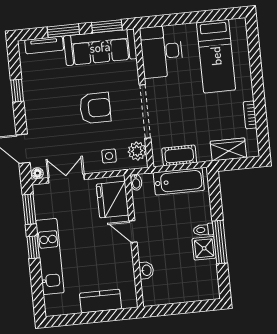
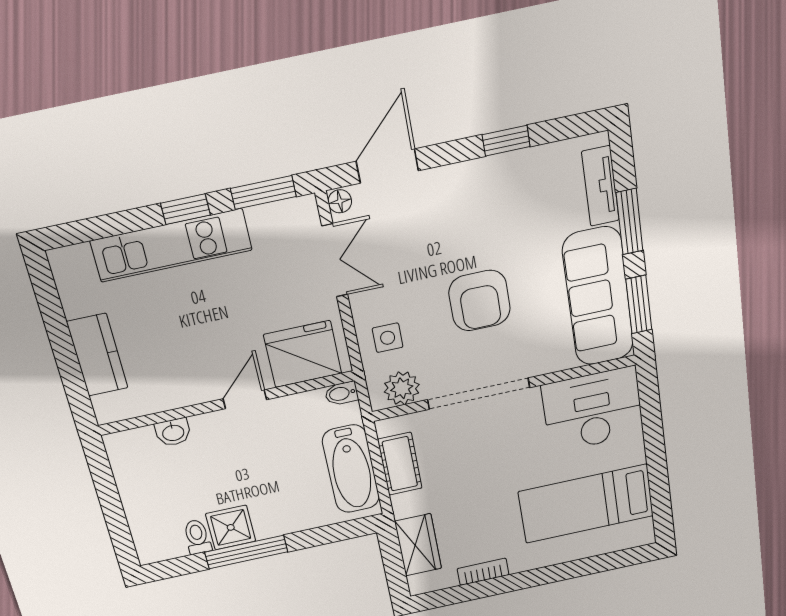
toilet: (204, 230) -> (197, 537), moved

